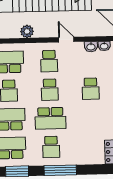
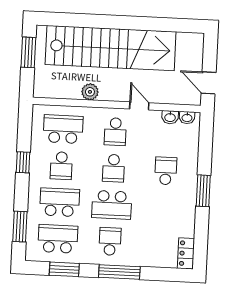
school desk: (91, 89) -> (166, 171), turned 180
school desk: (51, 147) -> (110, 241), turned 180

